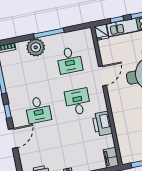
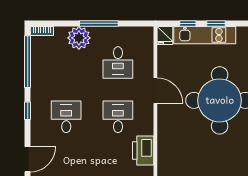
door: (102, 76) -> (155, 91), hinge flipped
desk: (38, 110) -> (66, 117), turned 180
door: (13, 138) -> (28, 159), moved

